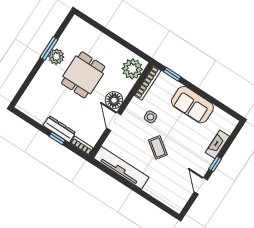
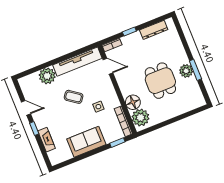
floor lamp: (114, 100) -> (133, 102), moved
door: (114, 121) -> (108, 66), moved
dresser: (59, 129) -> (154, 30), moved
plant: (156, 187) -> (47, 76), added

